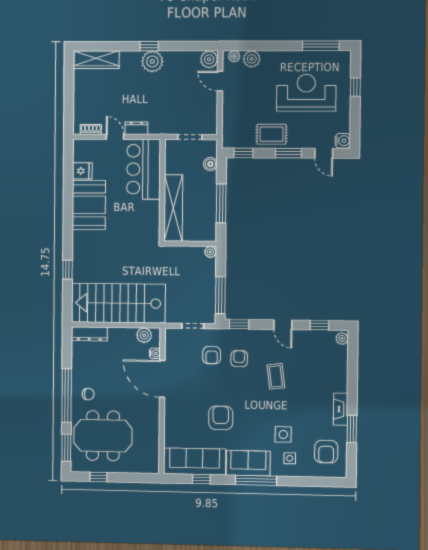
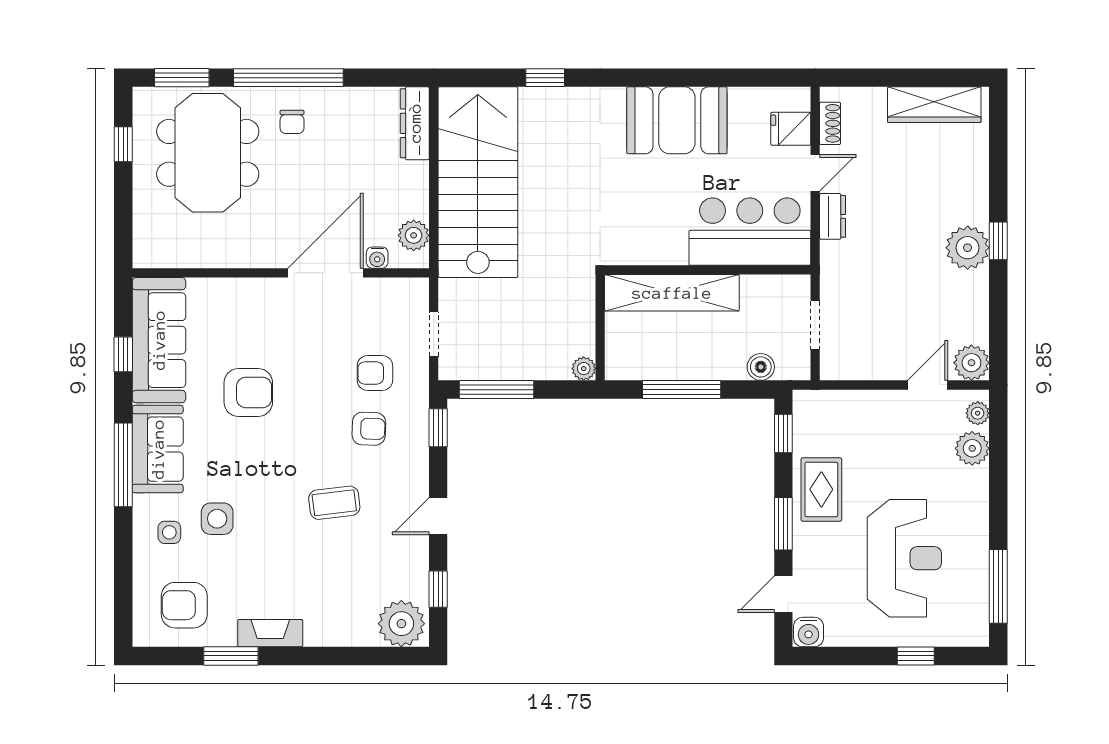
wardrobe: (96, 60) -> (934, 105), moved, turned -90
fridge: (82, 171) -> (791, 129), moved, turned 90
plant: (342, 339) -> (401, 624), width x1.88, depth x1.88

